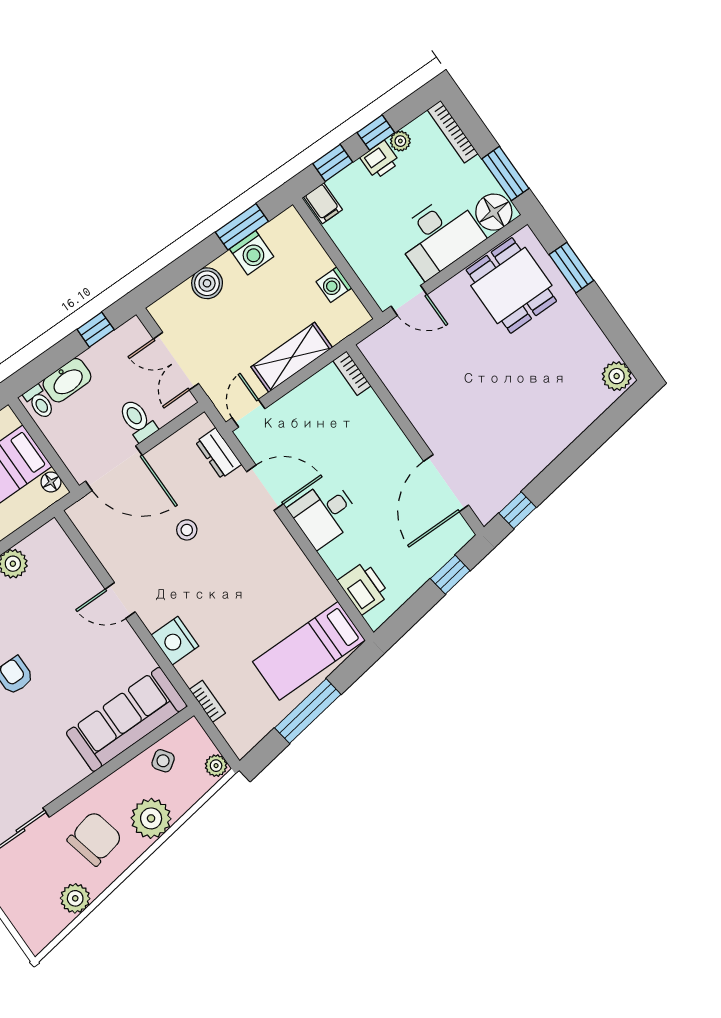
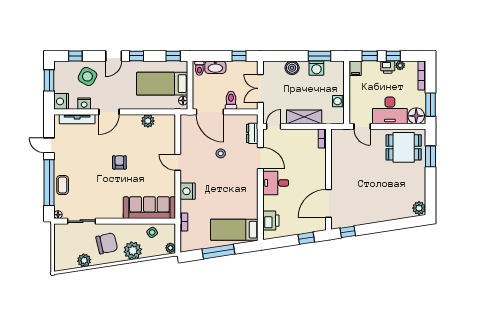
dining table: (511, 285) -> (404, 147), turned 90

